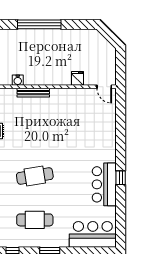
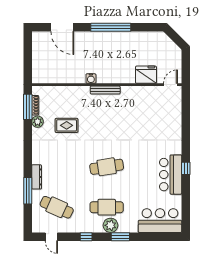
fridge: (78, 78) -> (146, 75), width x1.88, depth x1.34
door: (104, 87) -> (171, 85), swing flipped
plant: (39, 240) -> (111, 225), added

